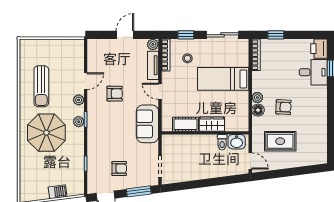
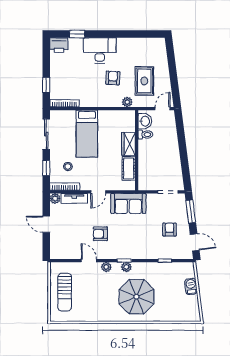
desk: (313, 72) -> (100, 50), moved, width x1.37
sun lounger: (41, 86) -> (65, 292), moved, turned 90
armchair: (115, 94) -> (100, 234), turned -90
plant: (257, 97) -> (127, 102), moved
floor lamp: (258, 110) -> (116, 101), removed

